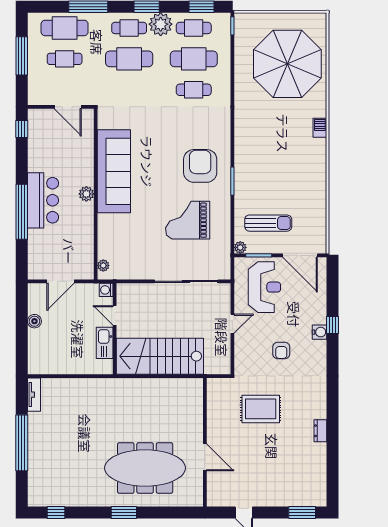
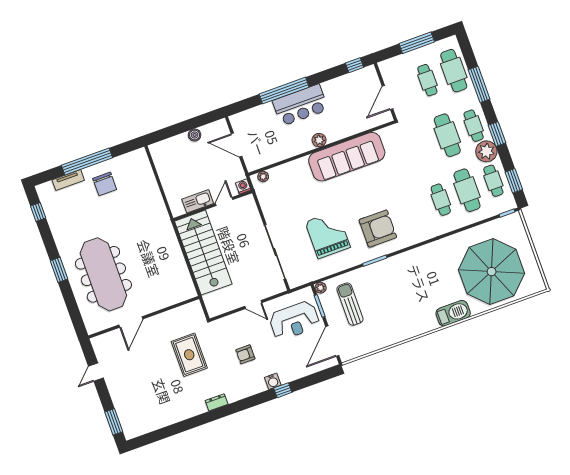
barbecue: (320, 128) -> (453, 313), width x1.88, depth x1.53
sun lounger: (268, 223) -> (350, 304), turned 180
tv unit: (34, 395) -> (68, 180), moved
dresser: (320, 431) -> (217, 402), moved
chair: (52, 433) -> (105, 184), added

